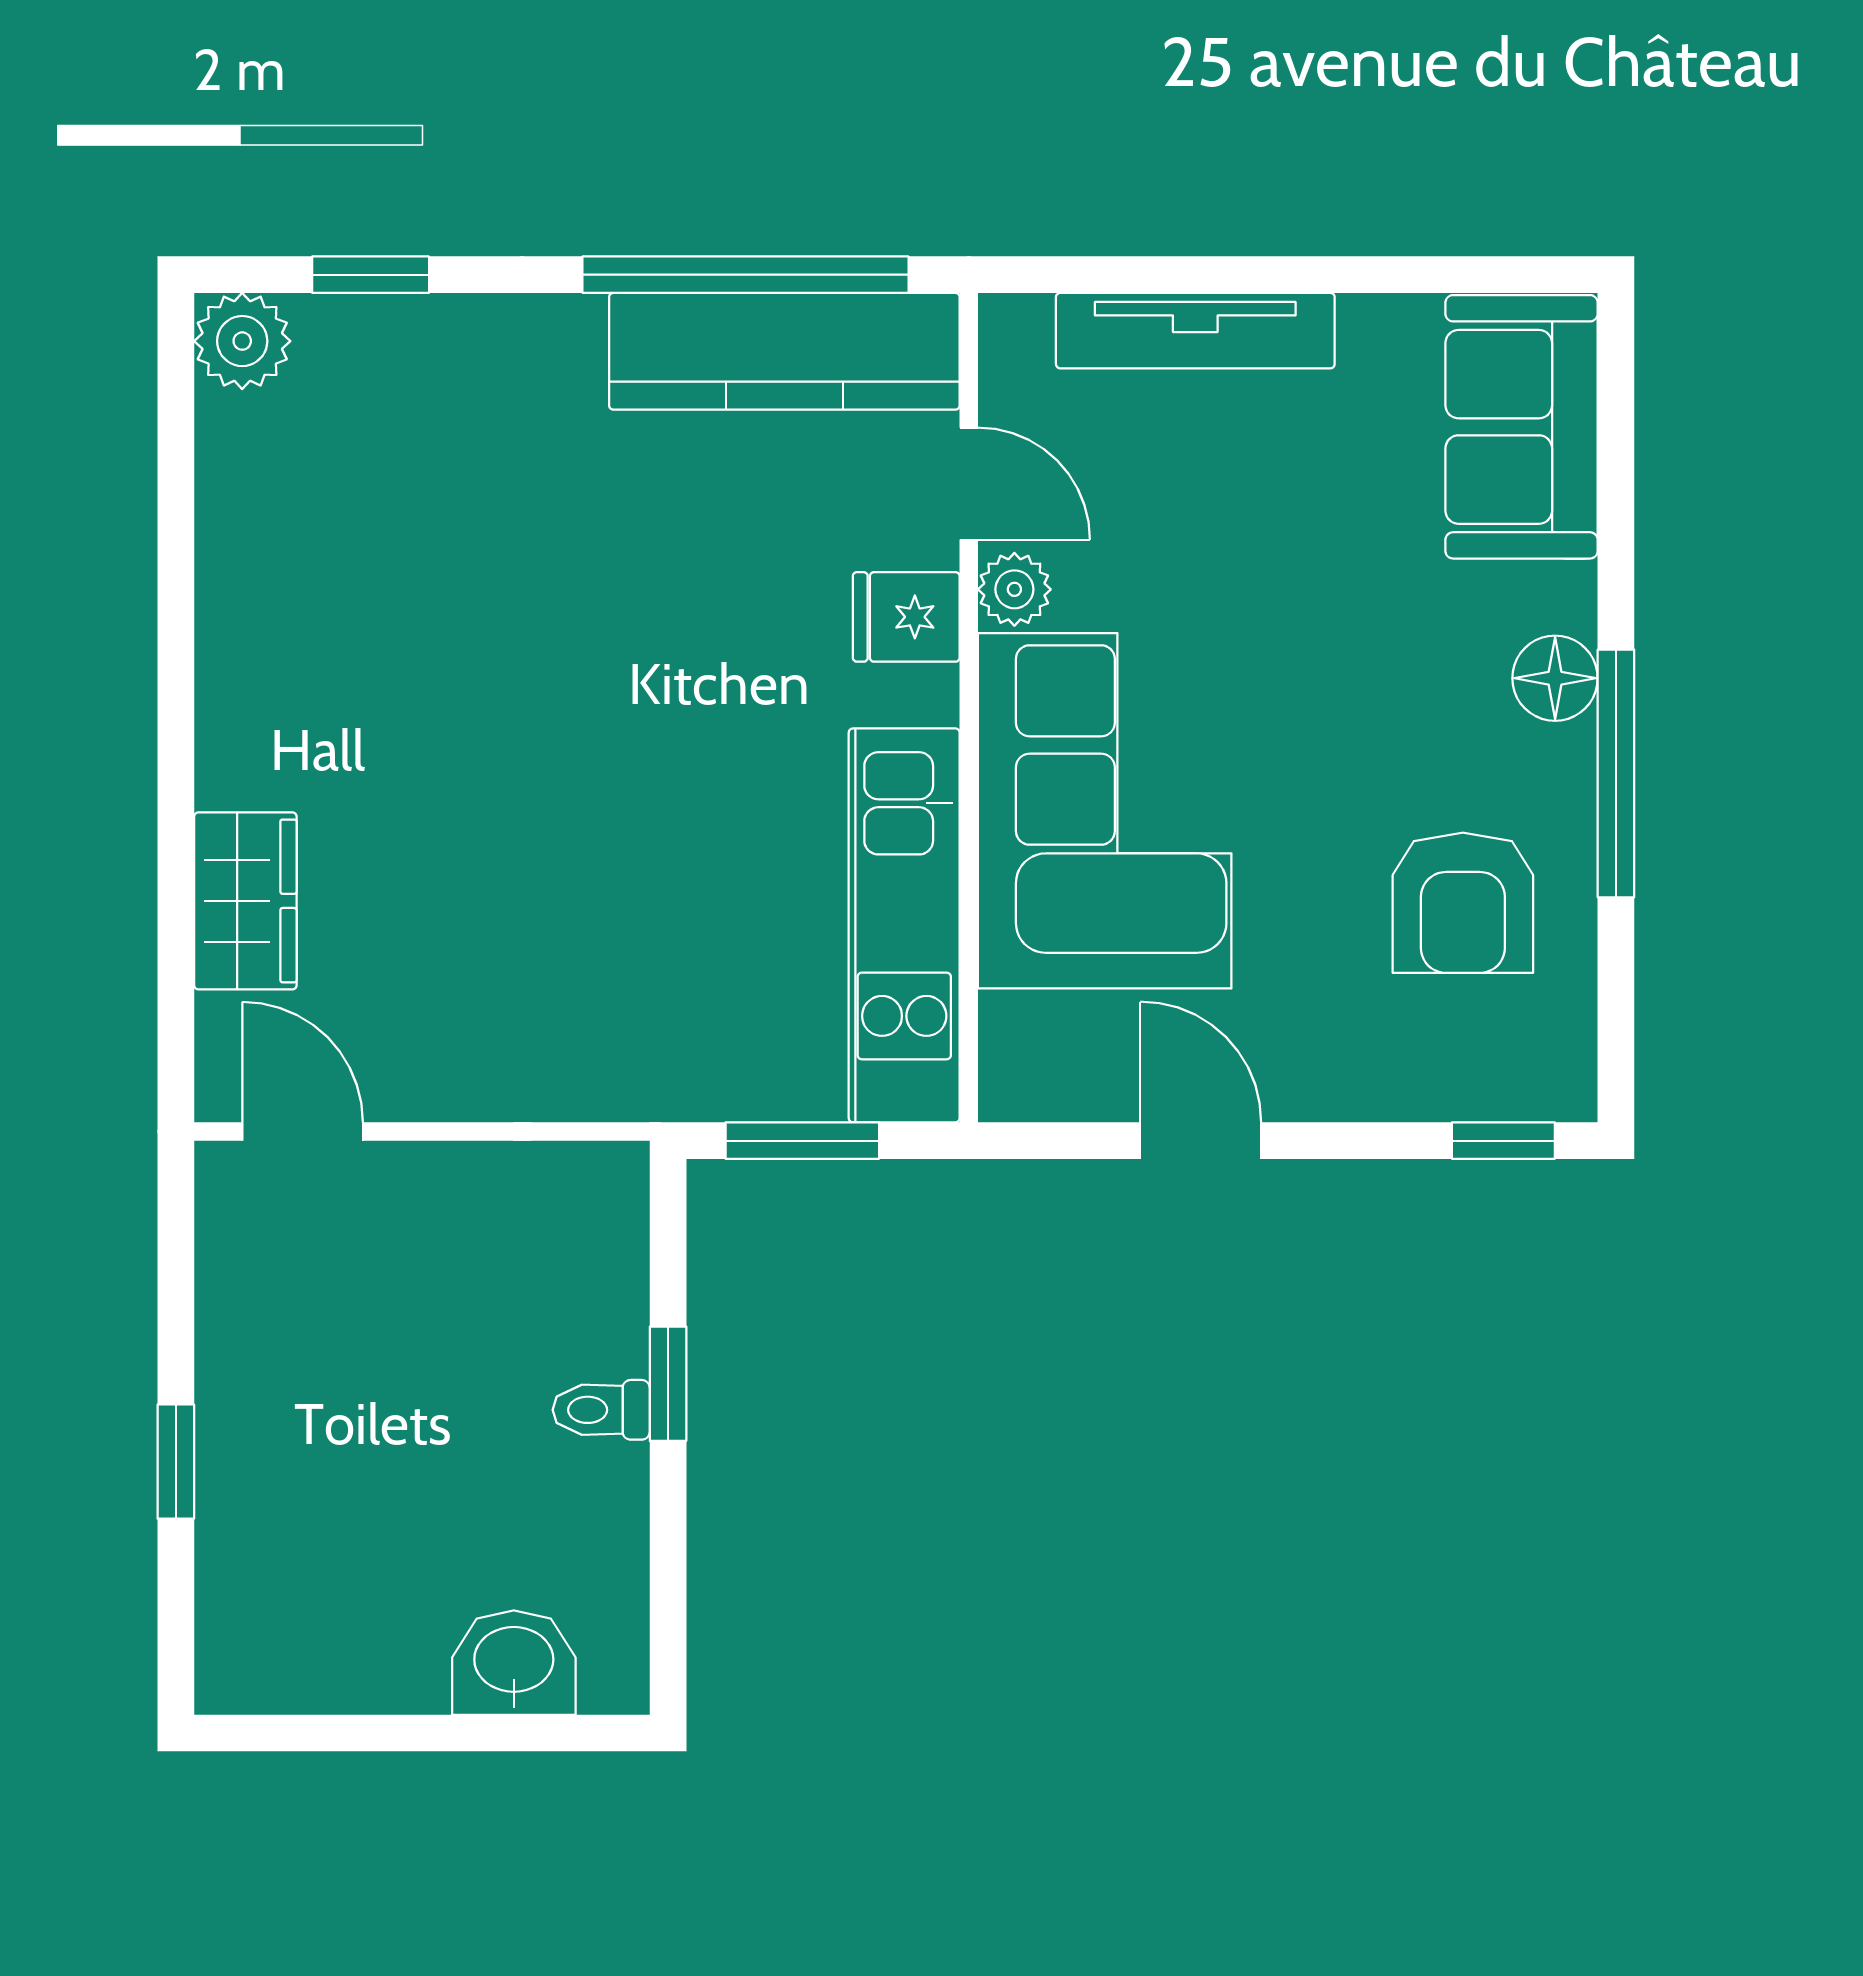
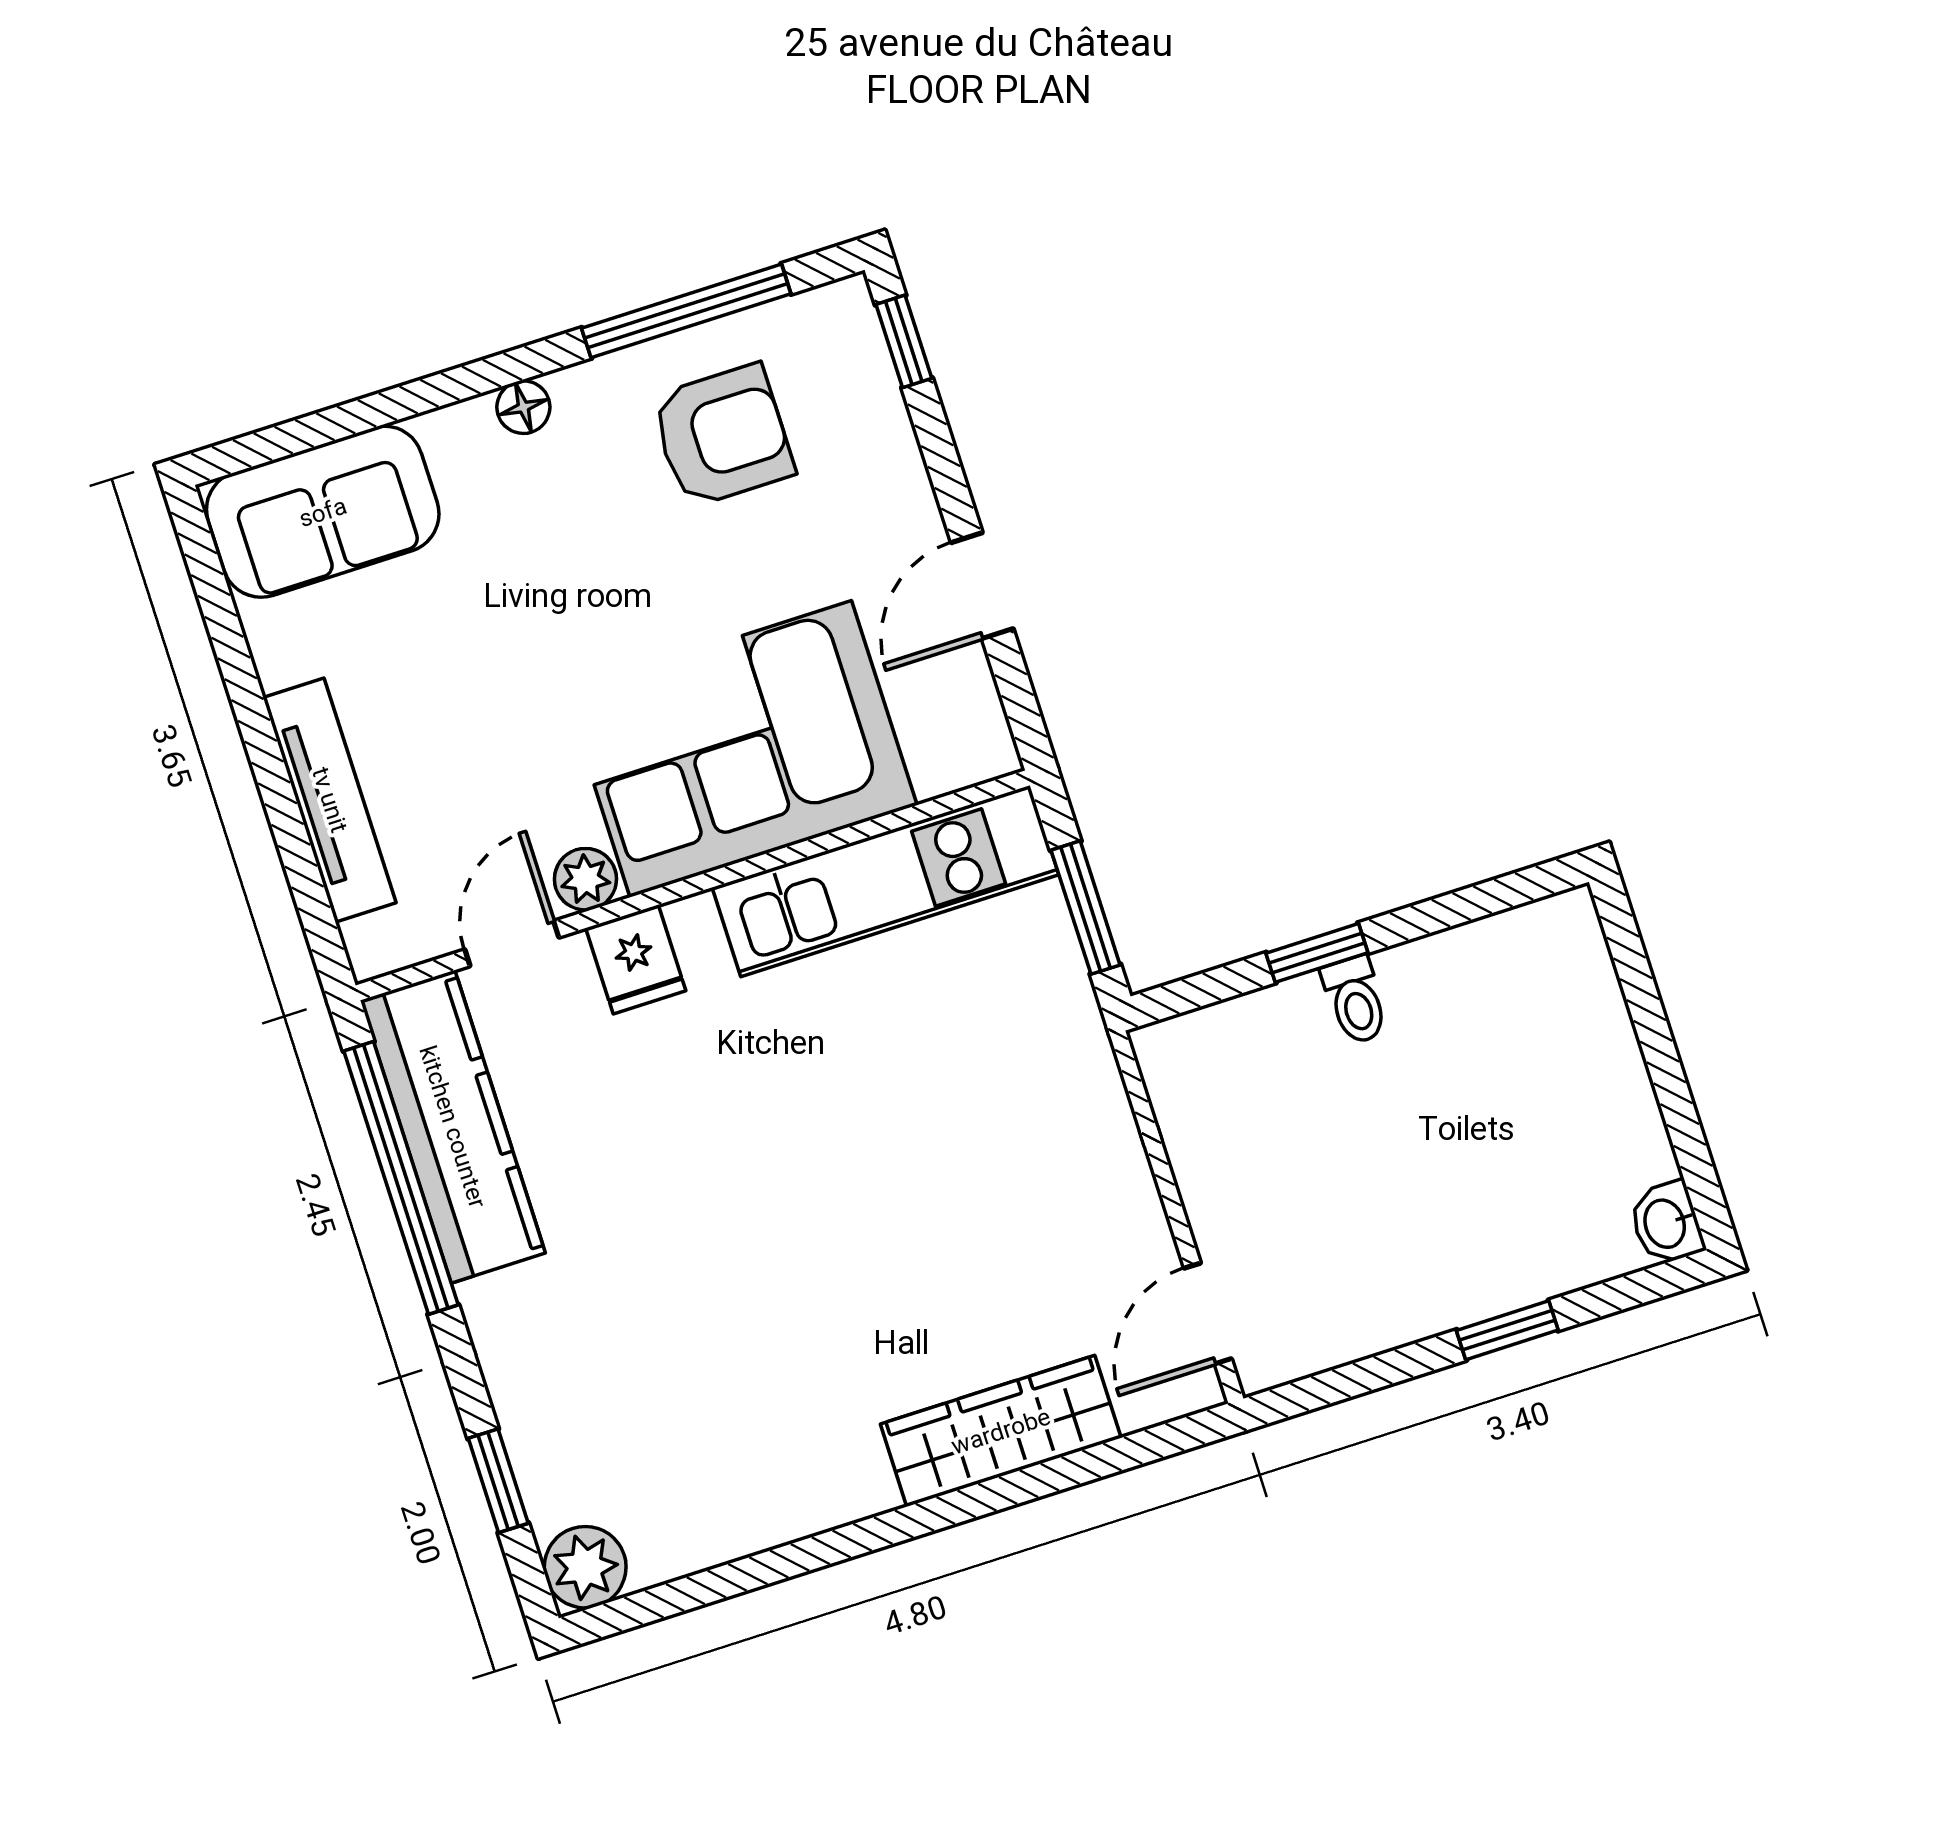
floor lamp: (1555, 678) -> (523, 407), width x0.73, depth x0.73
window: (1616, 773) -> (686, 311), moved
wardrobe: (245, 901) -> (1001, 1431), width x1.50
washbasin: (514, 1663) -> (1666, 1223), moved, width x0.72, depth x0.69

